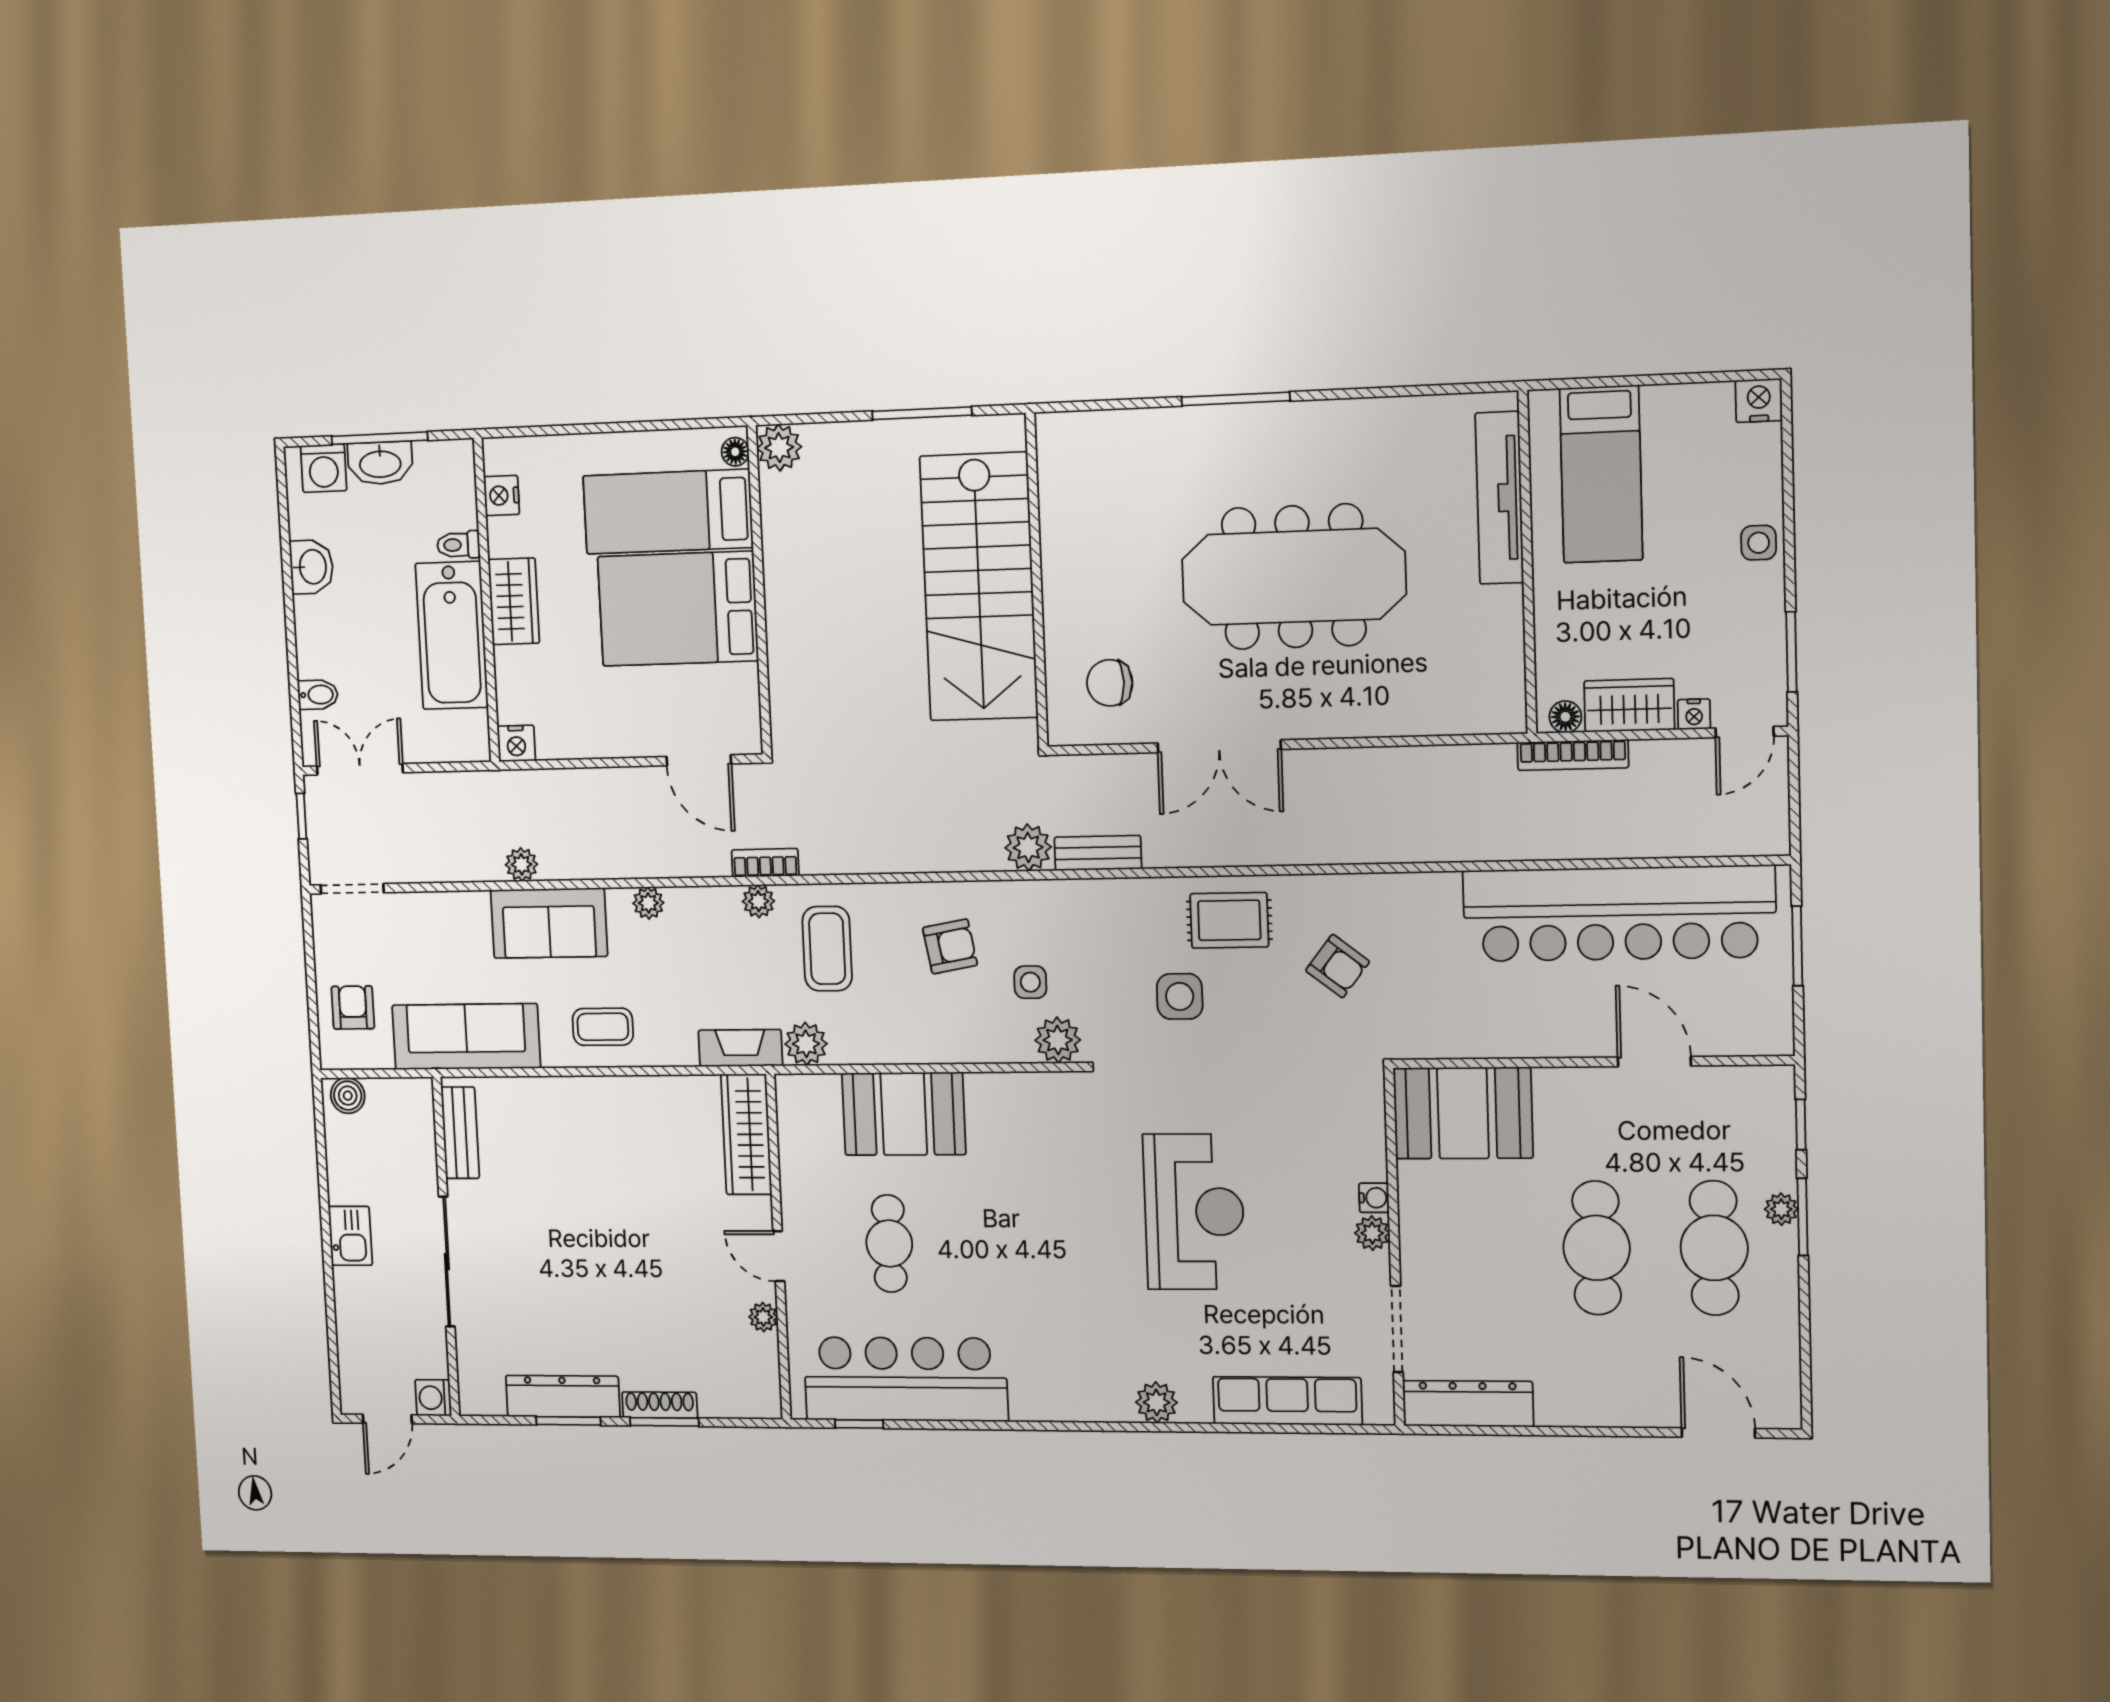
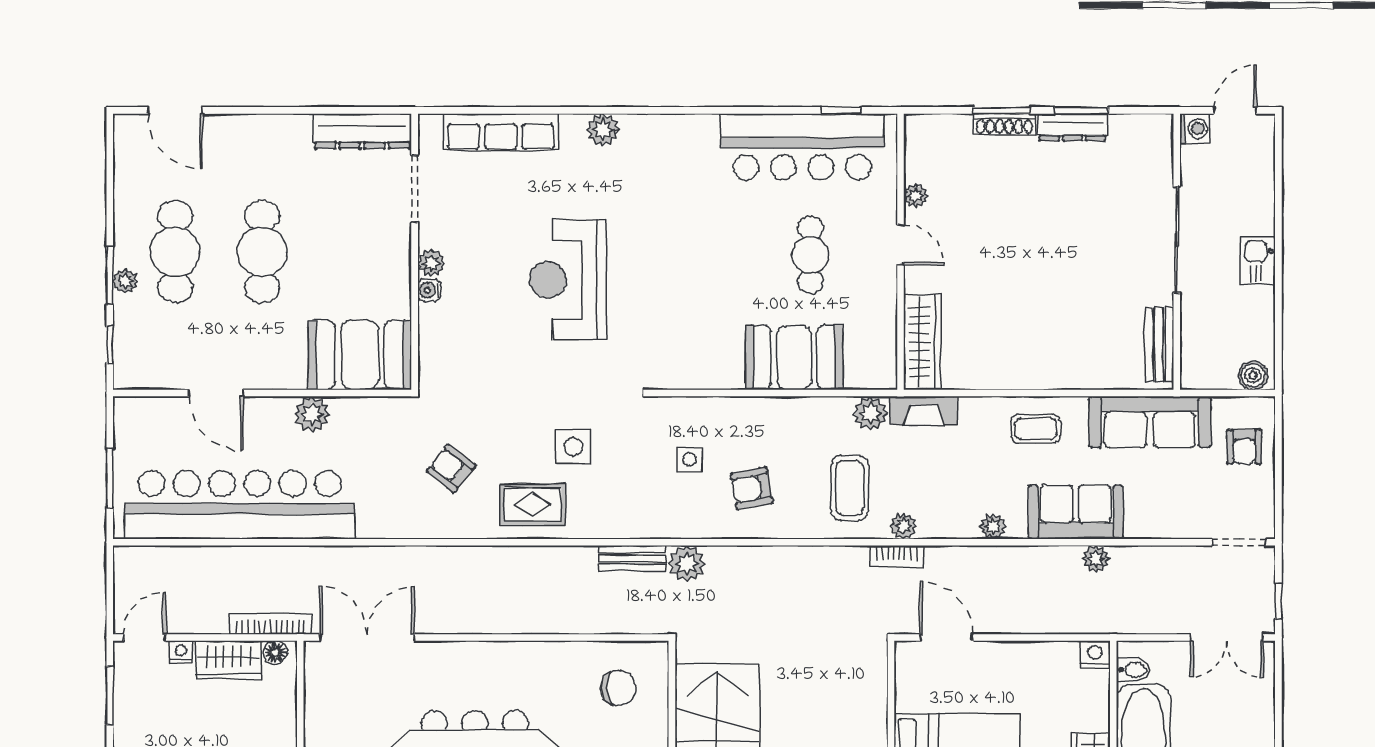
bidet: (318, 695) -> (1133, 670), moved, turned 180
double door: (1219, 746) -> (367, 637), moved
plant: (1058, 1040) -> (312, 414), moved
dresser: (563, 1396) -> (1072, 127), width x0.73, depth x0.80

